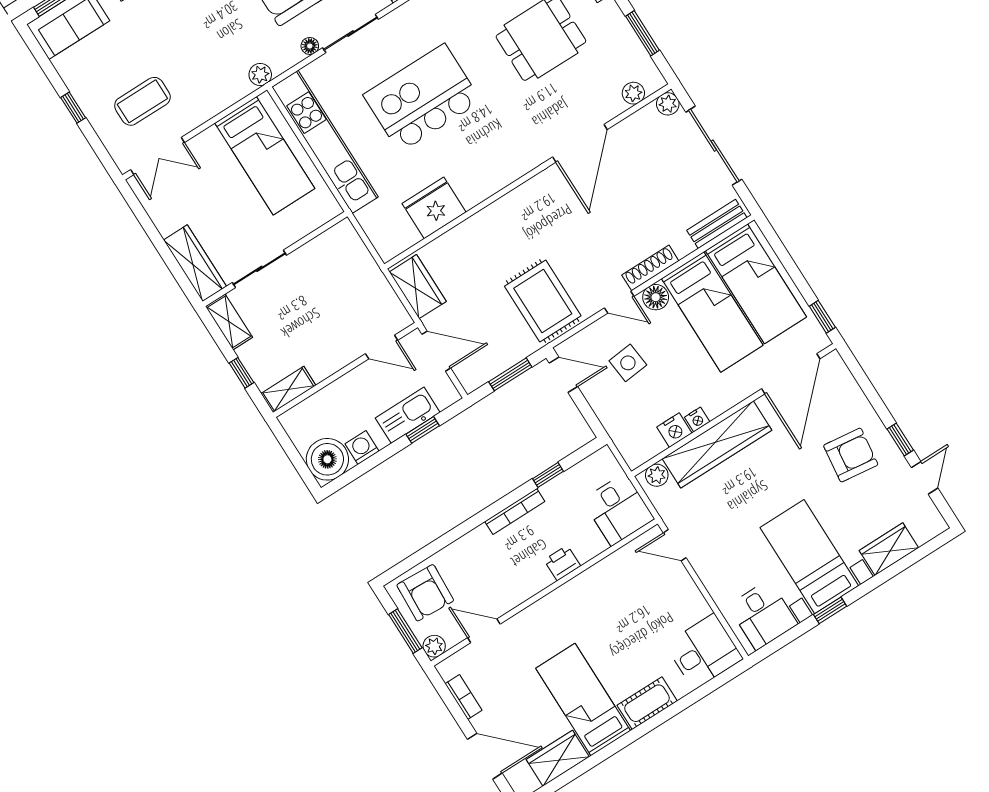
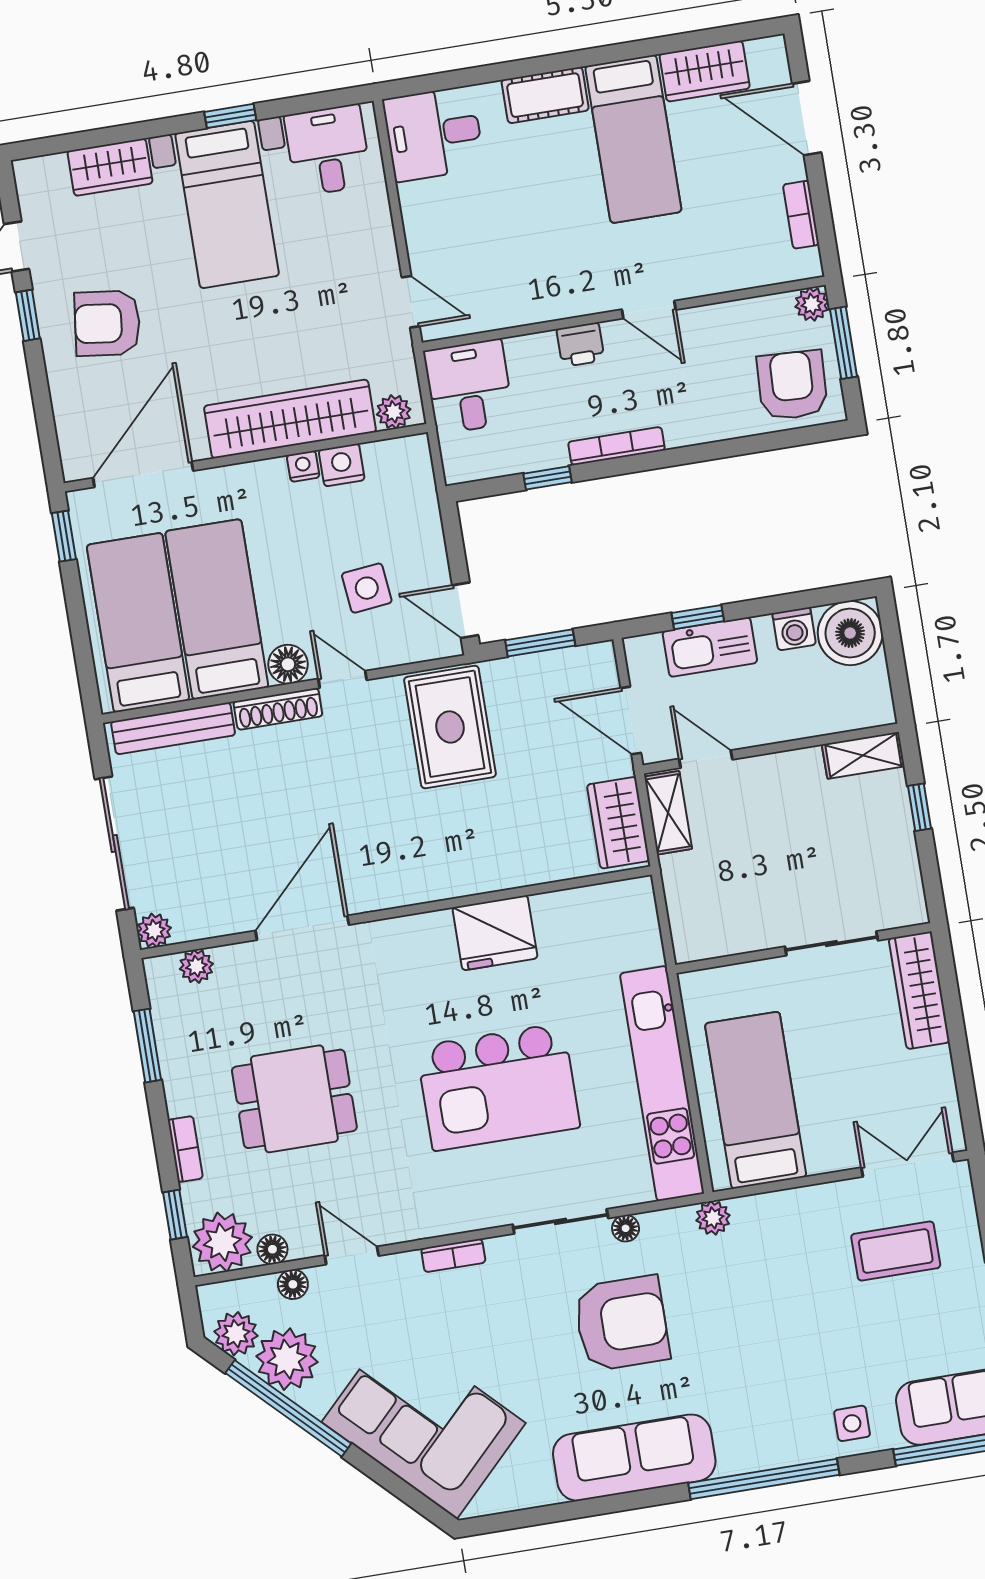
fridge: (434, 208) -> (495, 933), moved
bench: (717, 224) -> (173, 728), width x1.36
shelving: (229, 322) -> (668, 813), moved
door: (484, 631) -> (649, 310), moved

